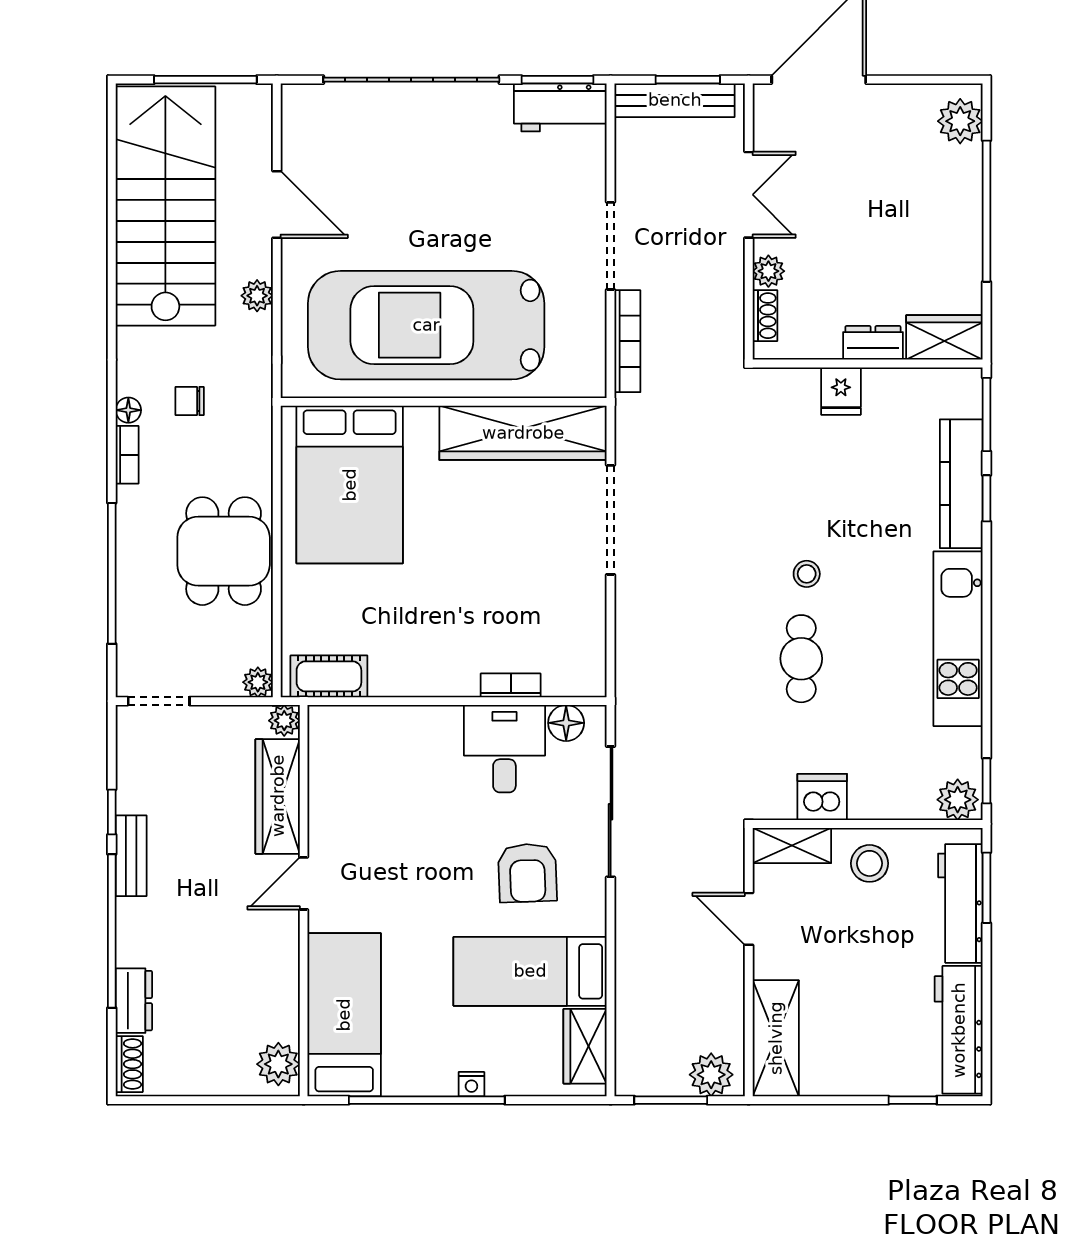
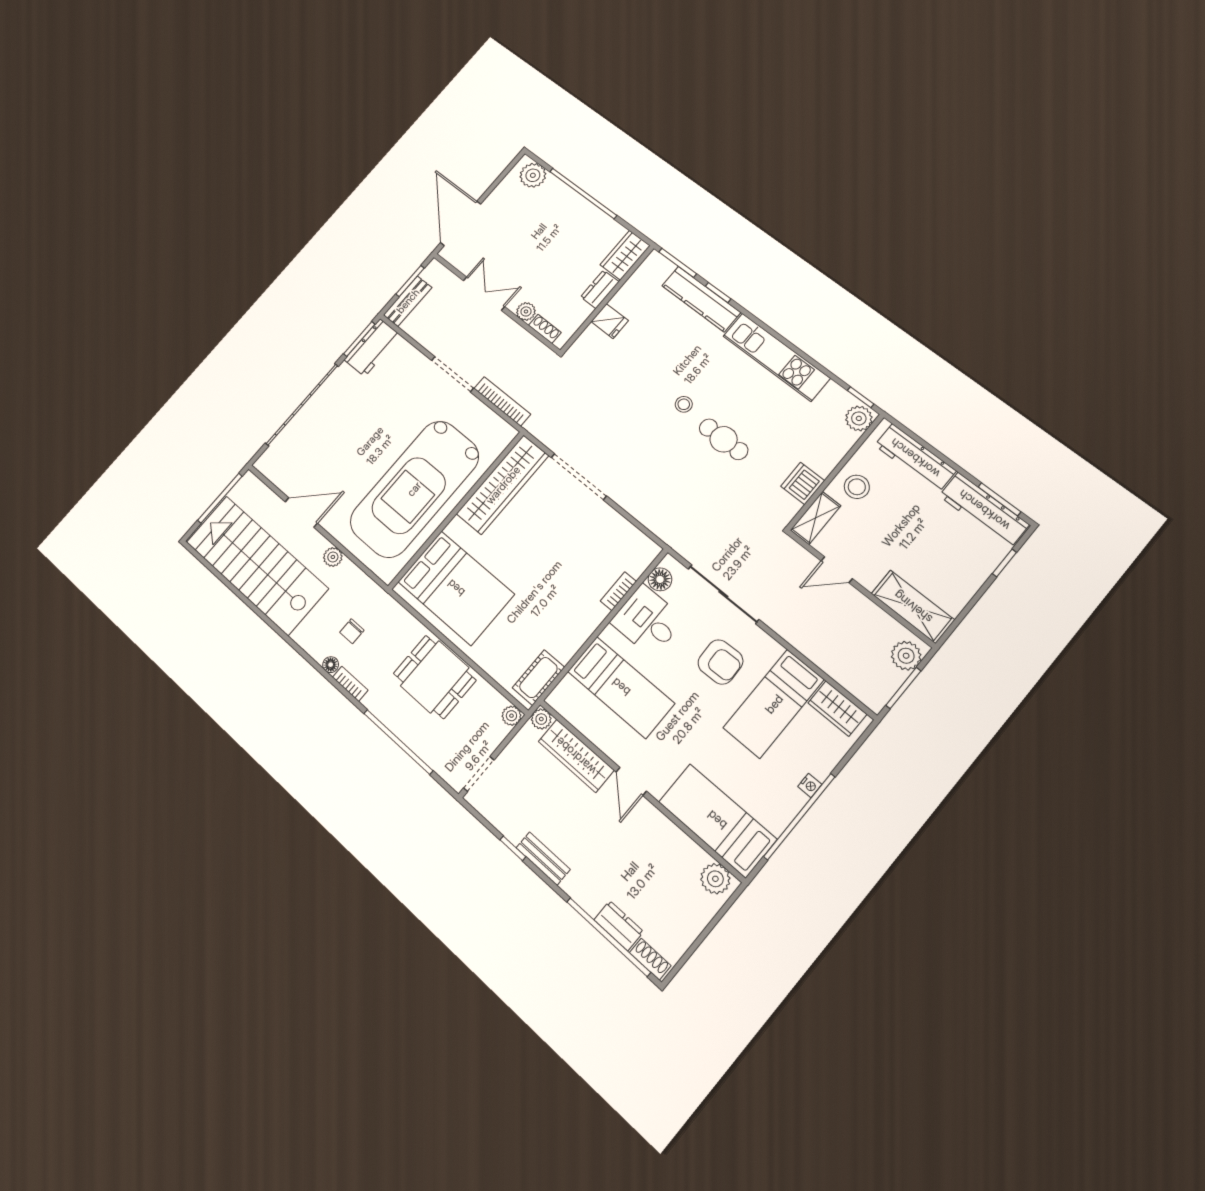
bench: (675, 100) -> (408, 301), width x0.73
bed: (400, 783) -> (621, 687), added
window: (987, 888) -> (999, 499), moved
window: (112, 931) -> (608, 937), moved

